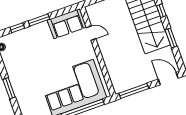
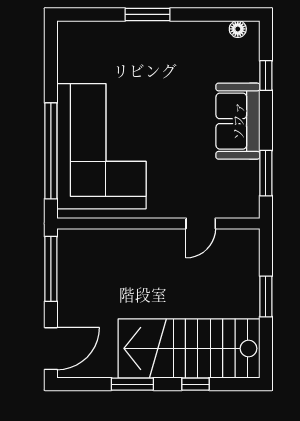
window: (39, 20) -> (266, 173), moved
sofa: (67, 24) -> (238, 121), moved

